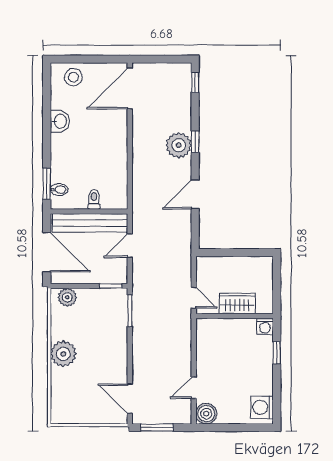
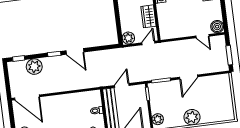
plant: (179, 145) -> (34, 67), moved
door: (195, 194) -> (75, 51), moved
door: (130, 246) -> (122, 85), swing flipped
plant: (206, 266) -> (128, 38), added
door: (130, 399) -> (189, 77), moved

